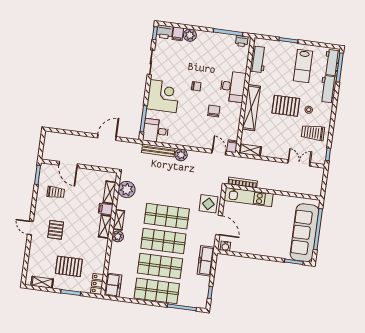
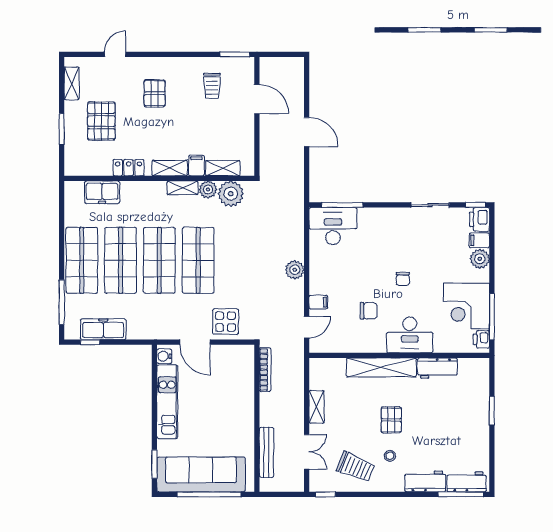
workbench: (258, 59) -> (437, 368), moved
lab bench: (303, 66) -> (456, 438), removed
corner desk: (163, 96) -> (466, 306), moved, turned 90
pallet: (286, 106) -> (391, 420), width x0.67, depth x0.71
desk: (156, 131) -> (333, 226), width x1.37
trolley: (313, 133) -> (356, 467), turned 112
door: (107, 137) -> (307, 132), moved
filing cabinet: (232, 146) -> (318, 302), moved
bench: (158, 150) -> (266, 452), moved
shelving: (250, 150) -> (316, 407), moved
door: (68, 165) -> (257, 99), swing flipped
kitchen unit: (249, 197) -> (167, 402), moved, turned 180
door: (219, 225) -> (195, 342), hinge flipped
door: (30, 228) -> (115, 54), moved
pallet: (56, 230) -> (155, 93), turned 90
plant: (118, 236) -> (208, 190), moved
freezer: (206, 261) -> (103, 329), moved
locker: (97, 284) -> (129, 168), moved
freezer: (113, 285) -> (102, 192), moved

